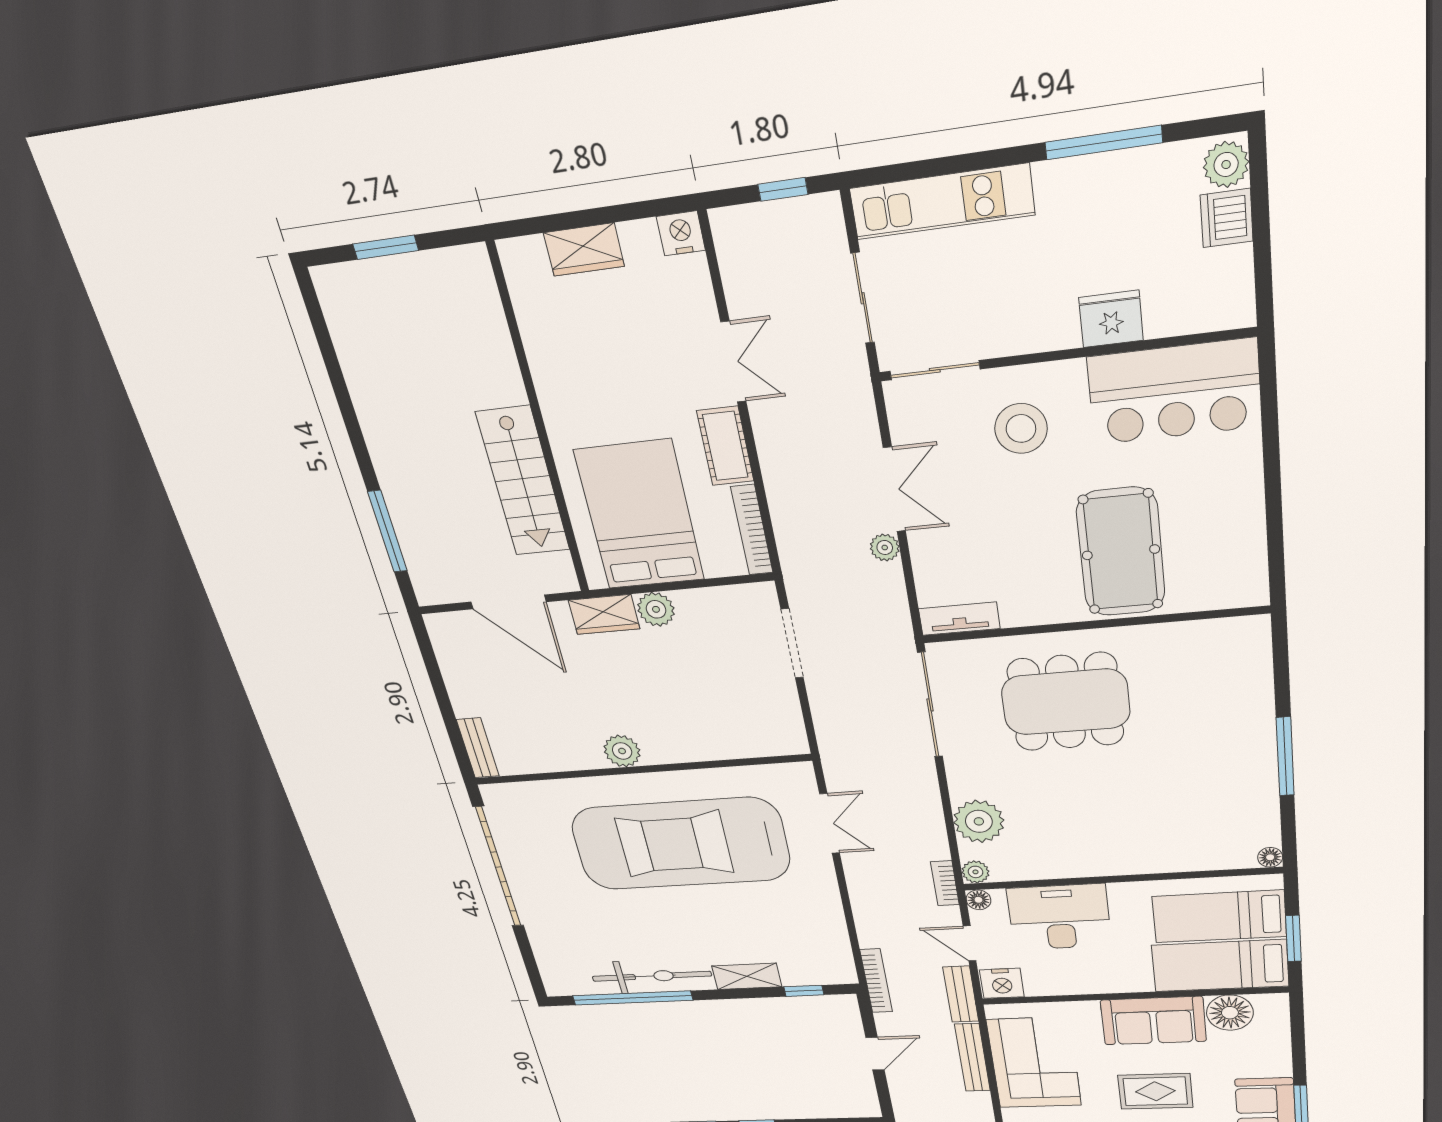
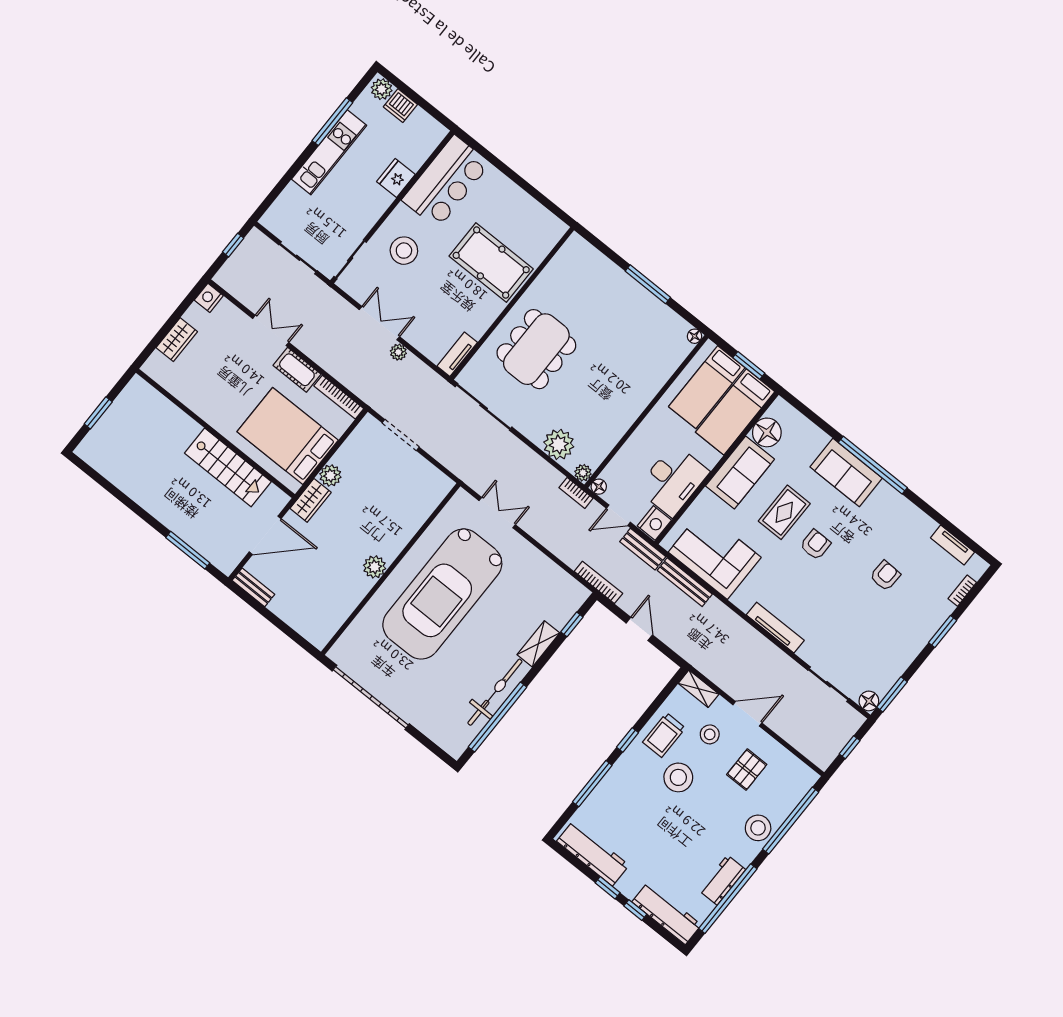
kitchen unit: (942, 202) -> (329, 152), moved
bench: (478, 748) -> (253, 587), moved
desk: (1059, 917) -> (673, 480), moved, turned 180

